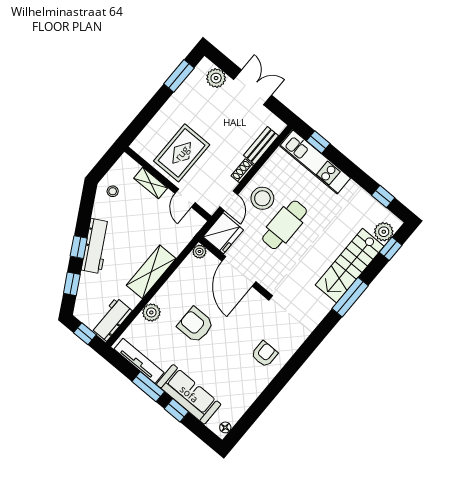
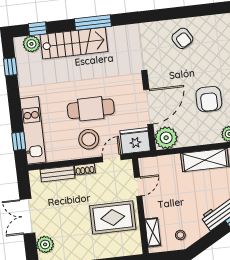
shelving: (151, 183) -> (153, 232), moved
plant: (199, 252) -> (166, 138), width x1.88, depth x1.88
armchair: (264, 354) -> (182, 38), turned -122

